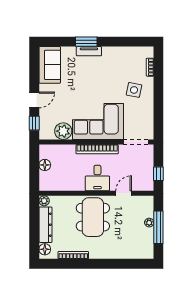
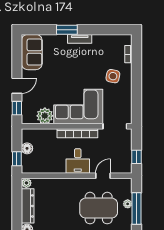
tv unit: (89, 51) -> (80, 39), moved
window: (34, 176) -> (17, 159), added
dining table: (93, 217) -> (99, 208), moved, turned 90

